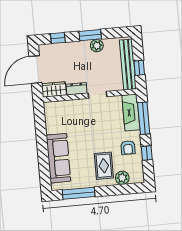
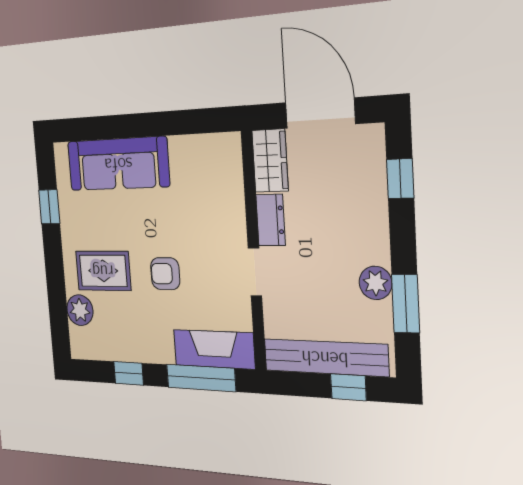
window: (90, 35) -> (406, 304), moved
window: (139, 68) -> (348, 387), moved
armchair: (128, 147) -> (165, 274), moved
window: (79, 193) -> (49, 207), width x0.46

